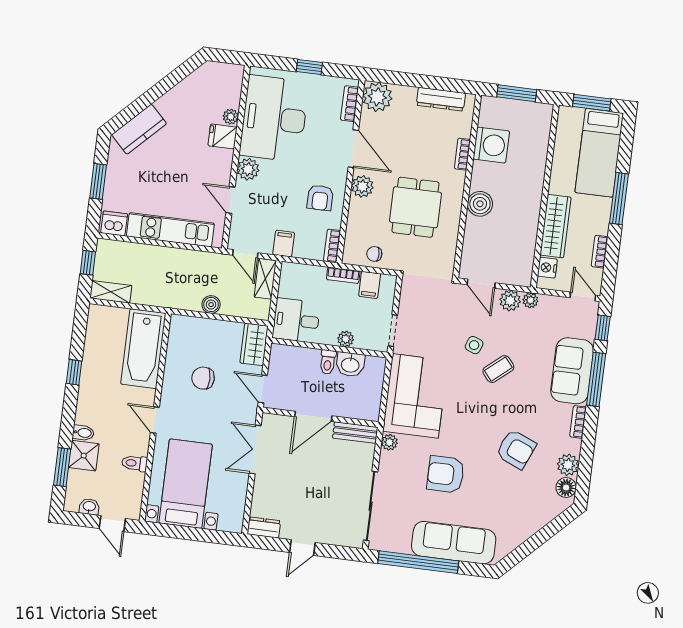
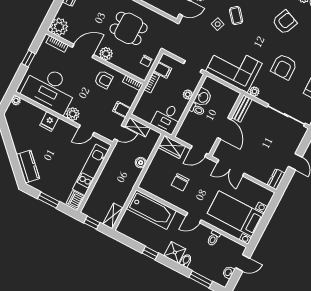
plant: (231, 117) -> (16, 100), moved
shower: (84, 456) -> (175, 252), moved

